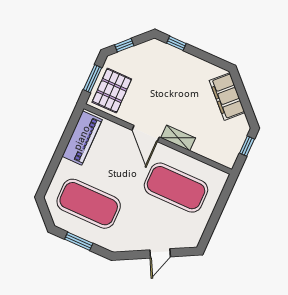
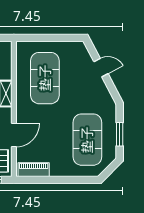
door: (146, 134) -> (14, 135), moved
piano: (82, 138) -> (34, 170), width x0.73, depth x0.75

